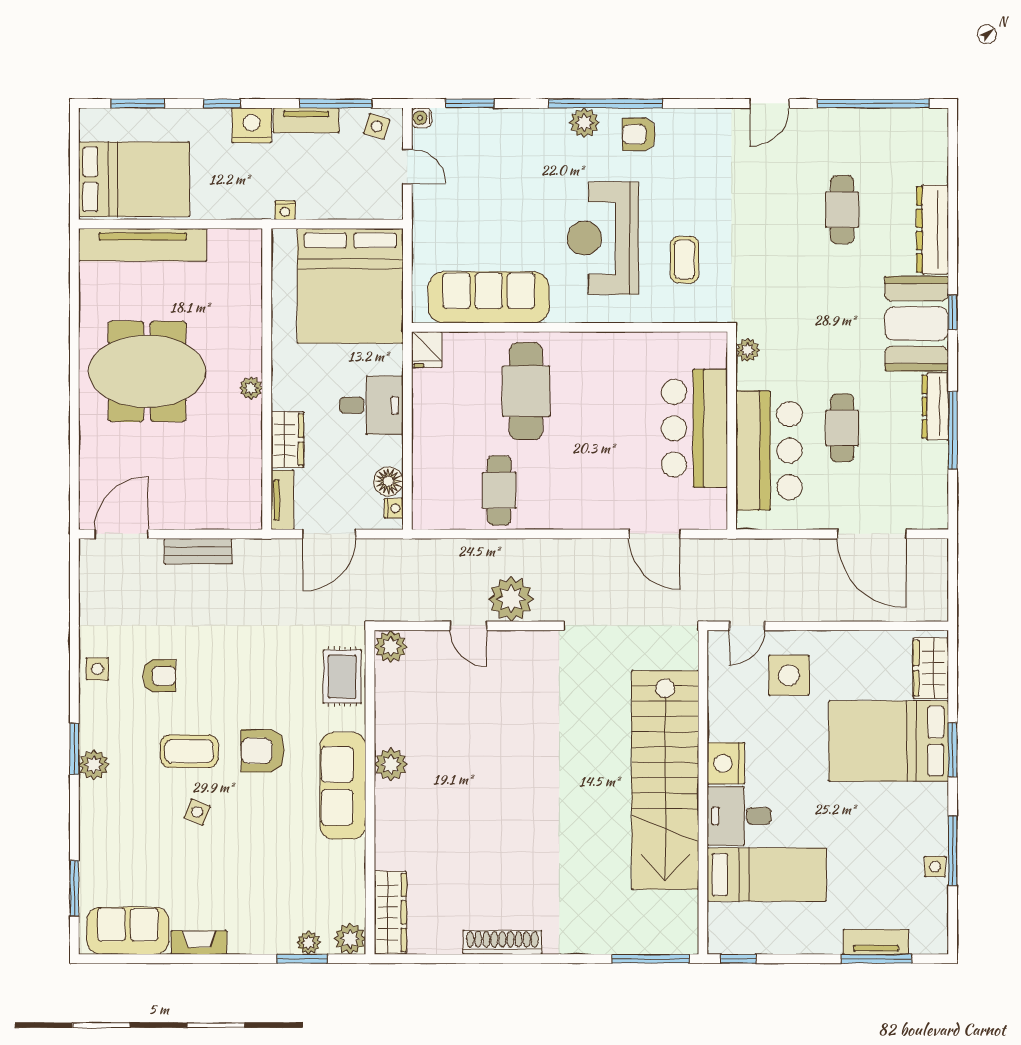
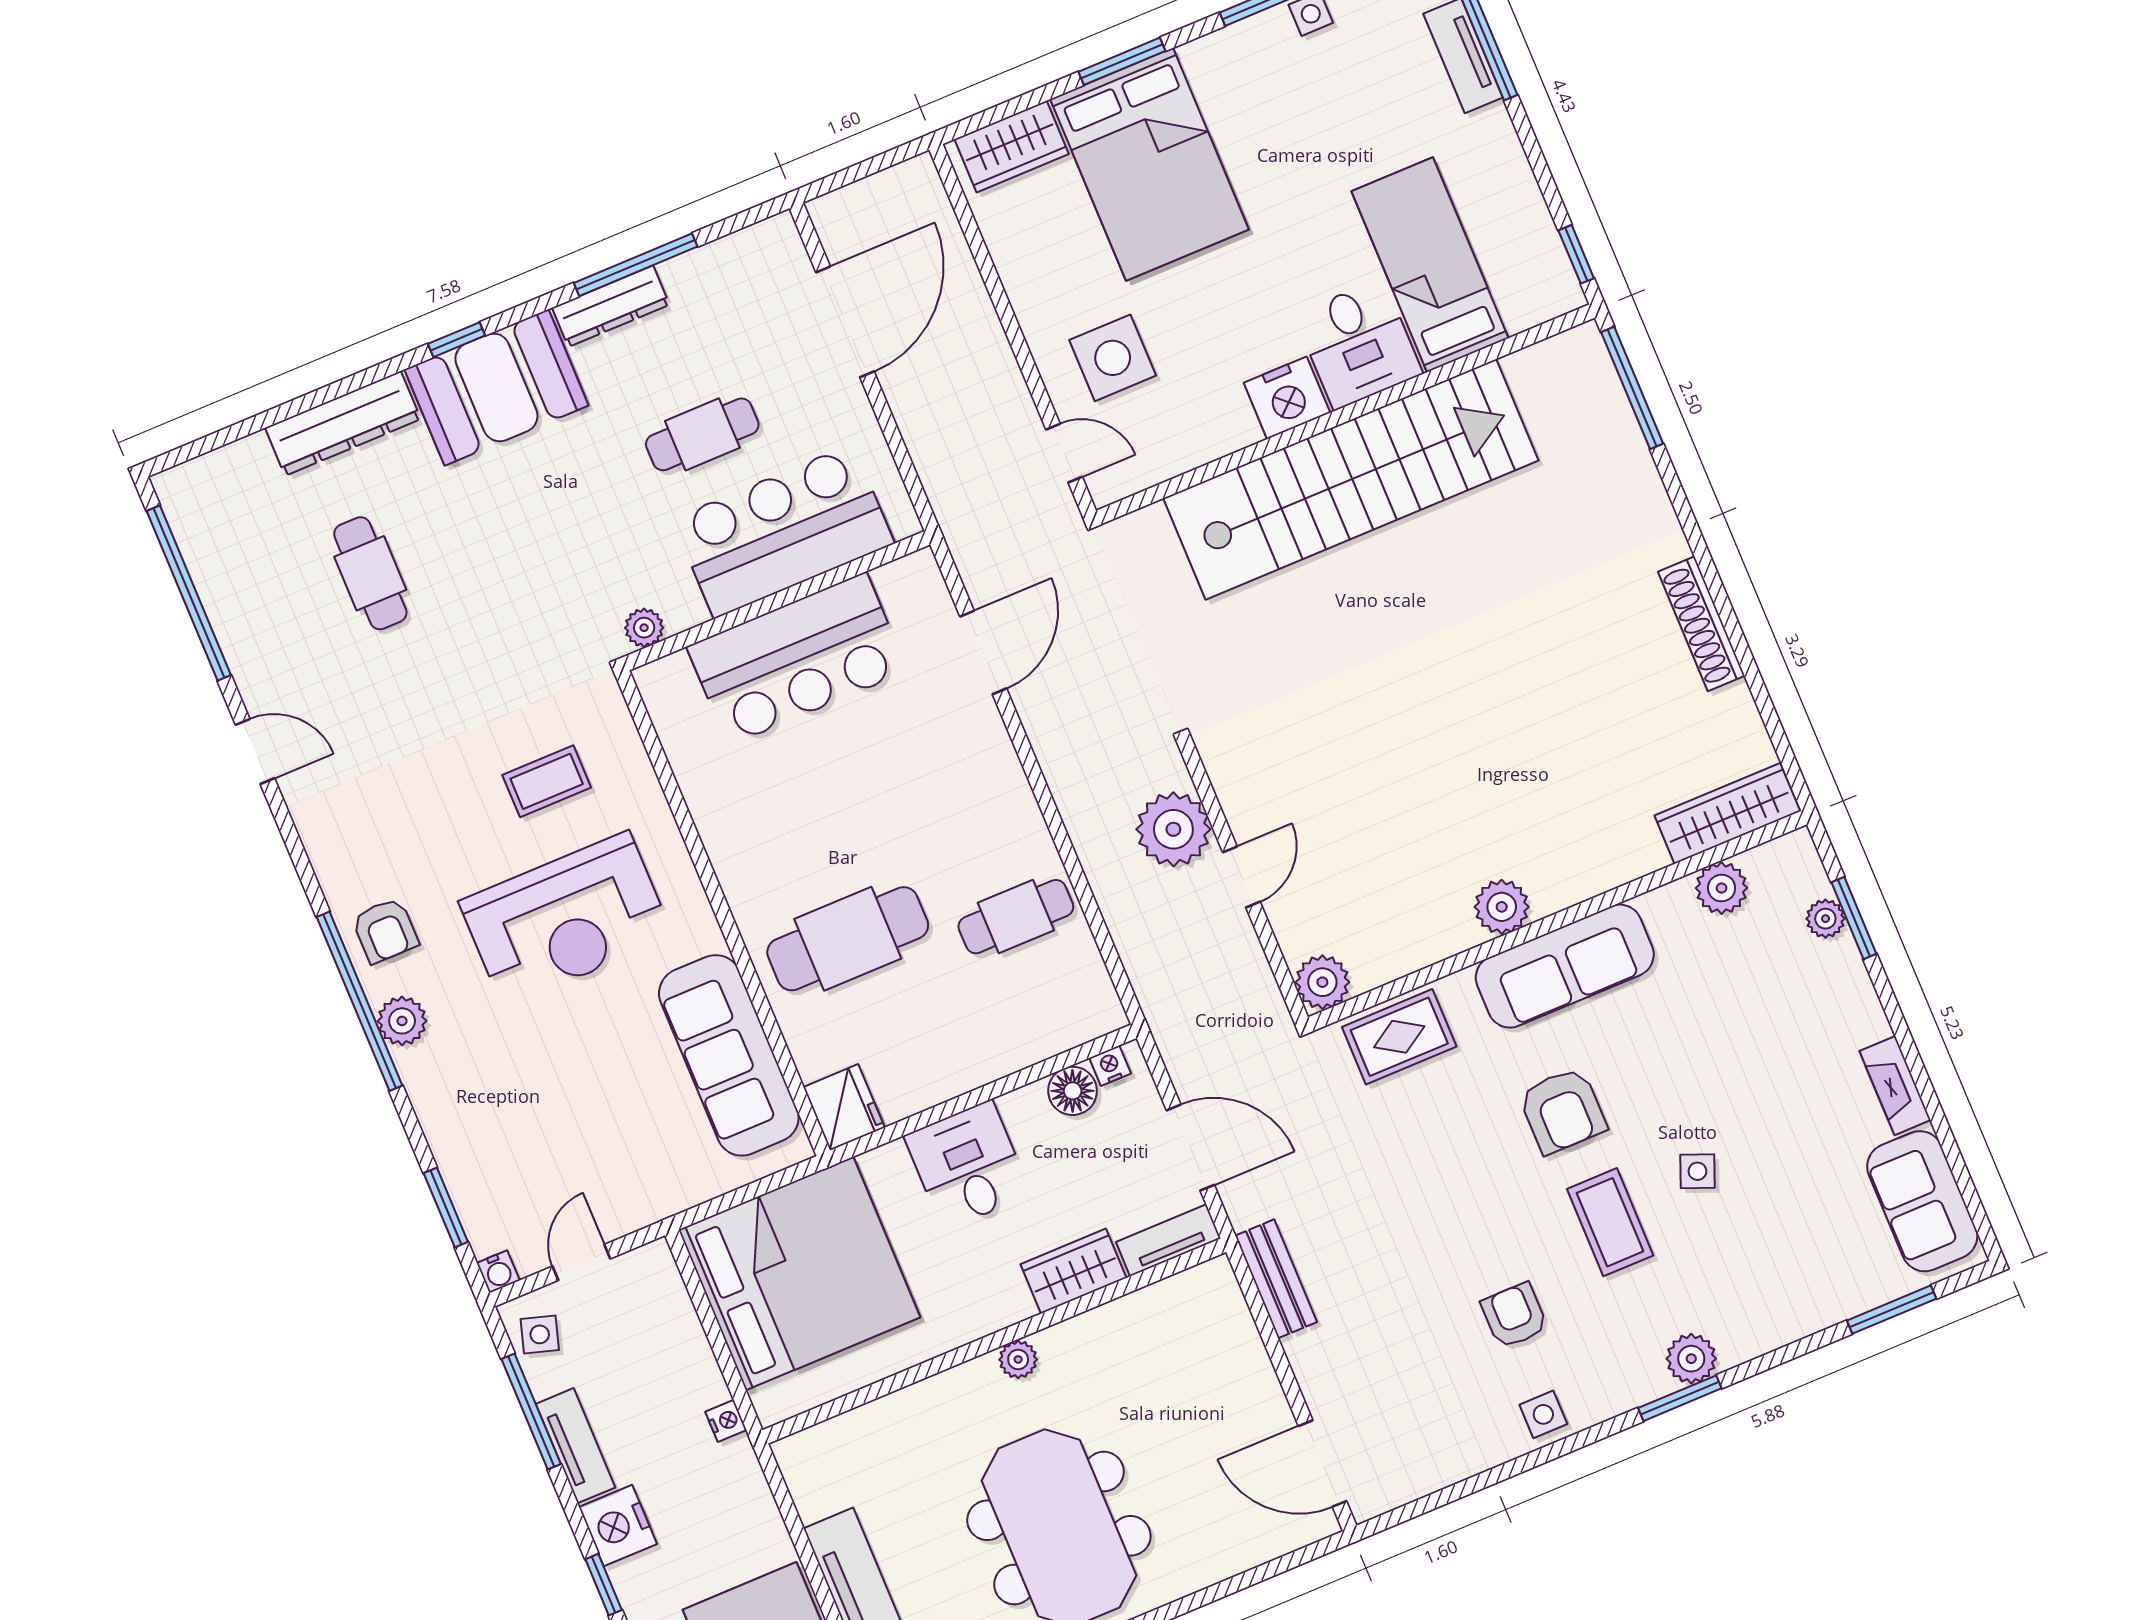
cafe table: (842, 210) -> (370, 573), turned 90
fridge: (427, 350) -> (844, 1107), width x1.38
bench: (198, 551) -> (1276, 1279), moved
plant: (350, 939) -> (1722, 888), moved

